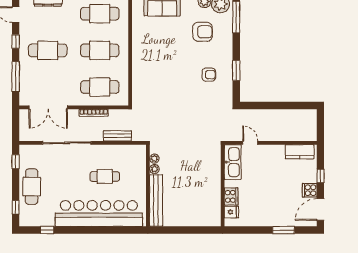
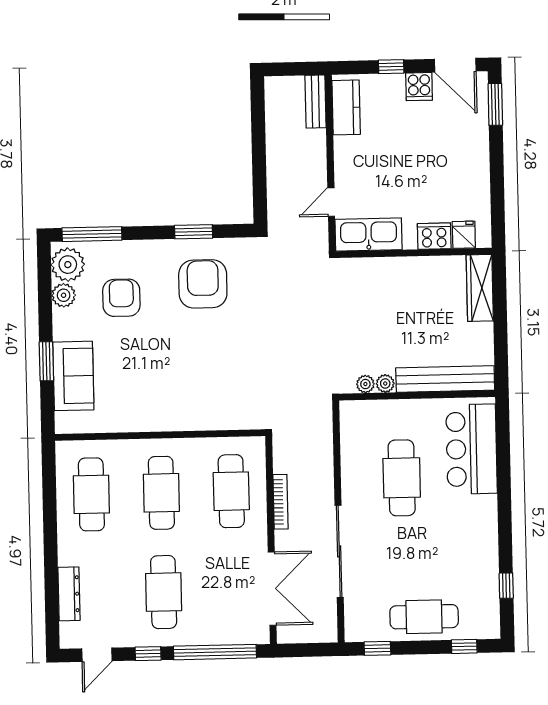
armchair: (209, 75) -> (203, 284), width x1.88, depth x1.88
window: (16, 77) -> (215, 652), width x1.46
bench: (117, 136) -> (315, 101), moved
cafe table: (105, 177) -> (402, 478), width x1.37, depth x1.35
bar counter: (99, 213) -> (471, 449), width x0.54
wardrobe: (203, 220) -> (480, 288), added
window: (284, 230) -> (495, 104), moved

